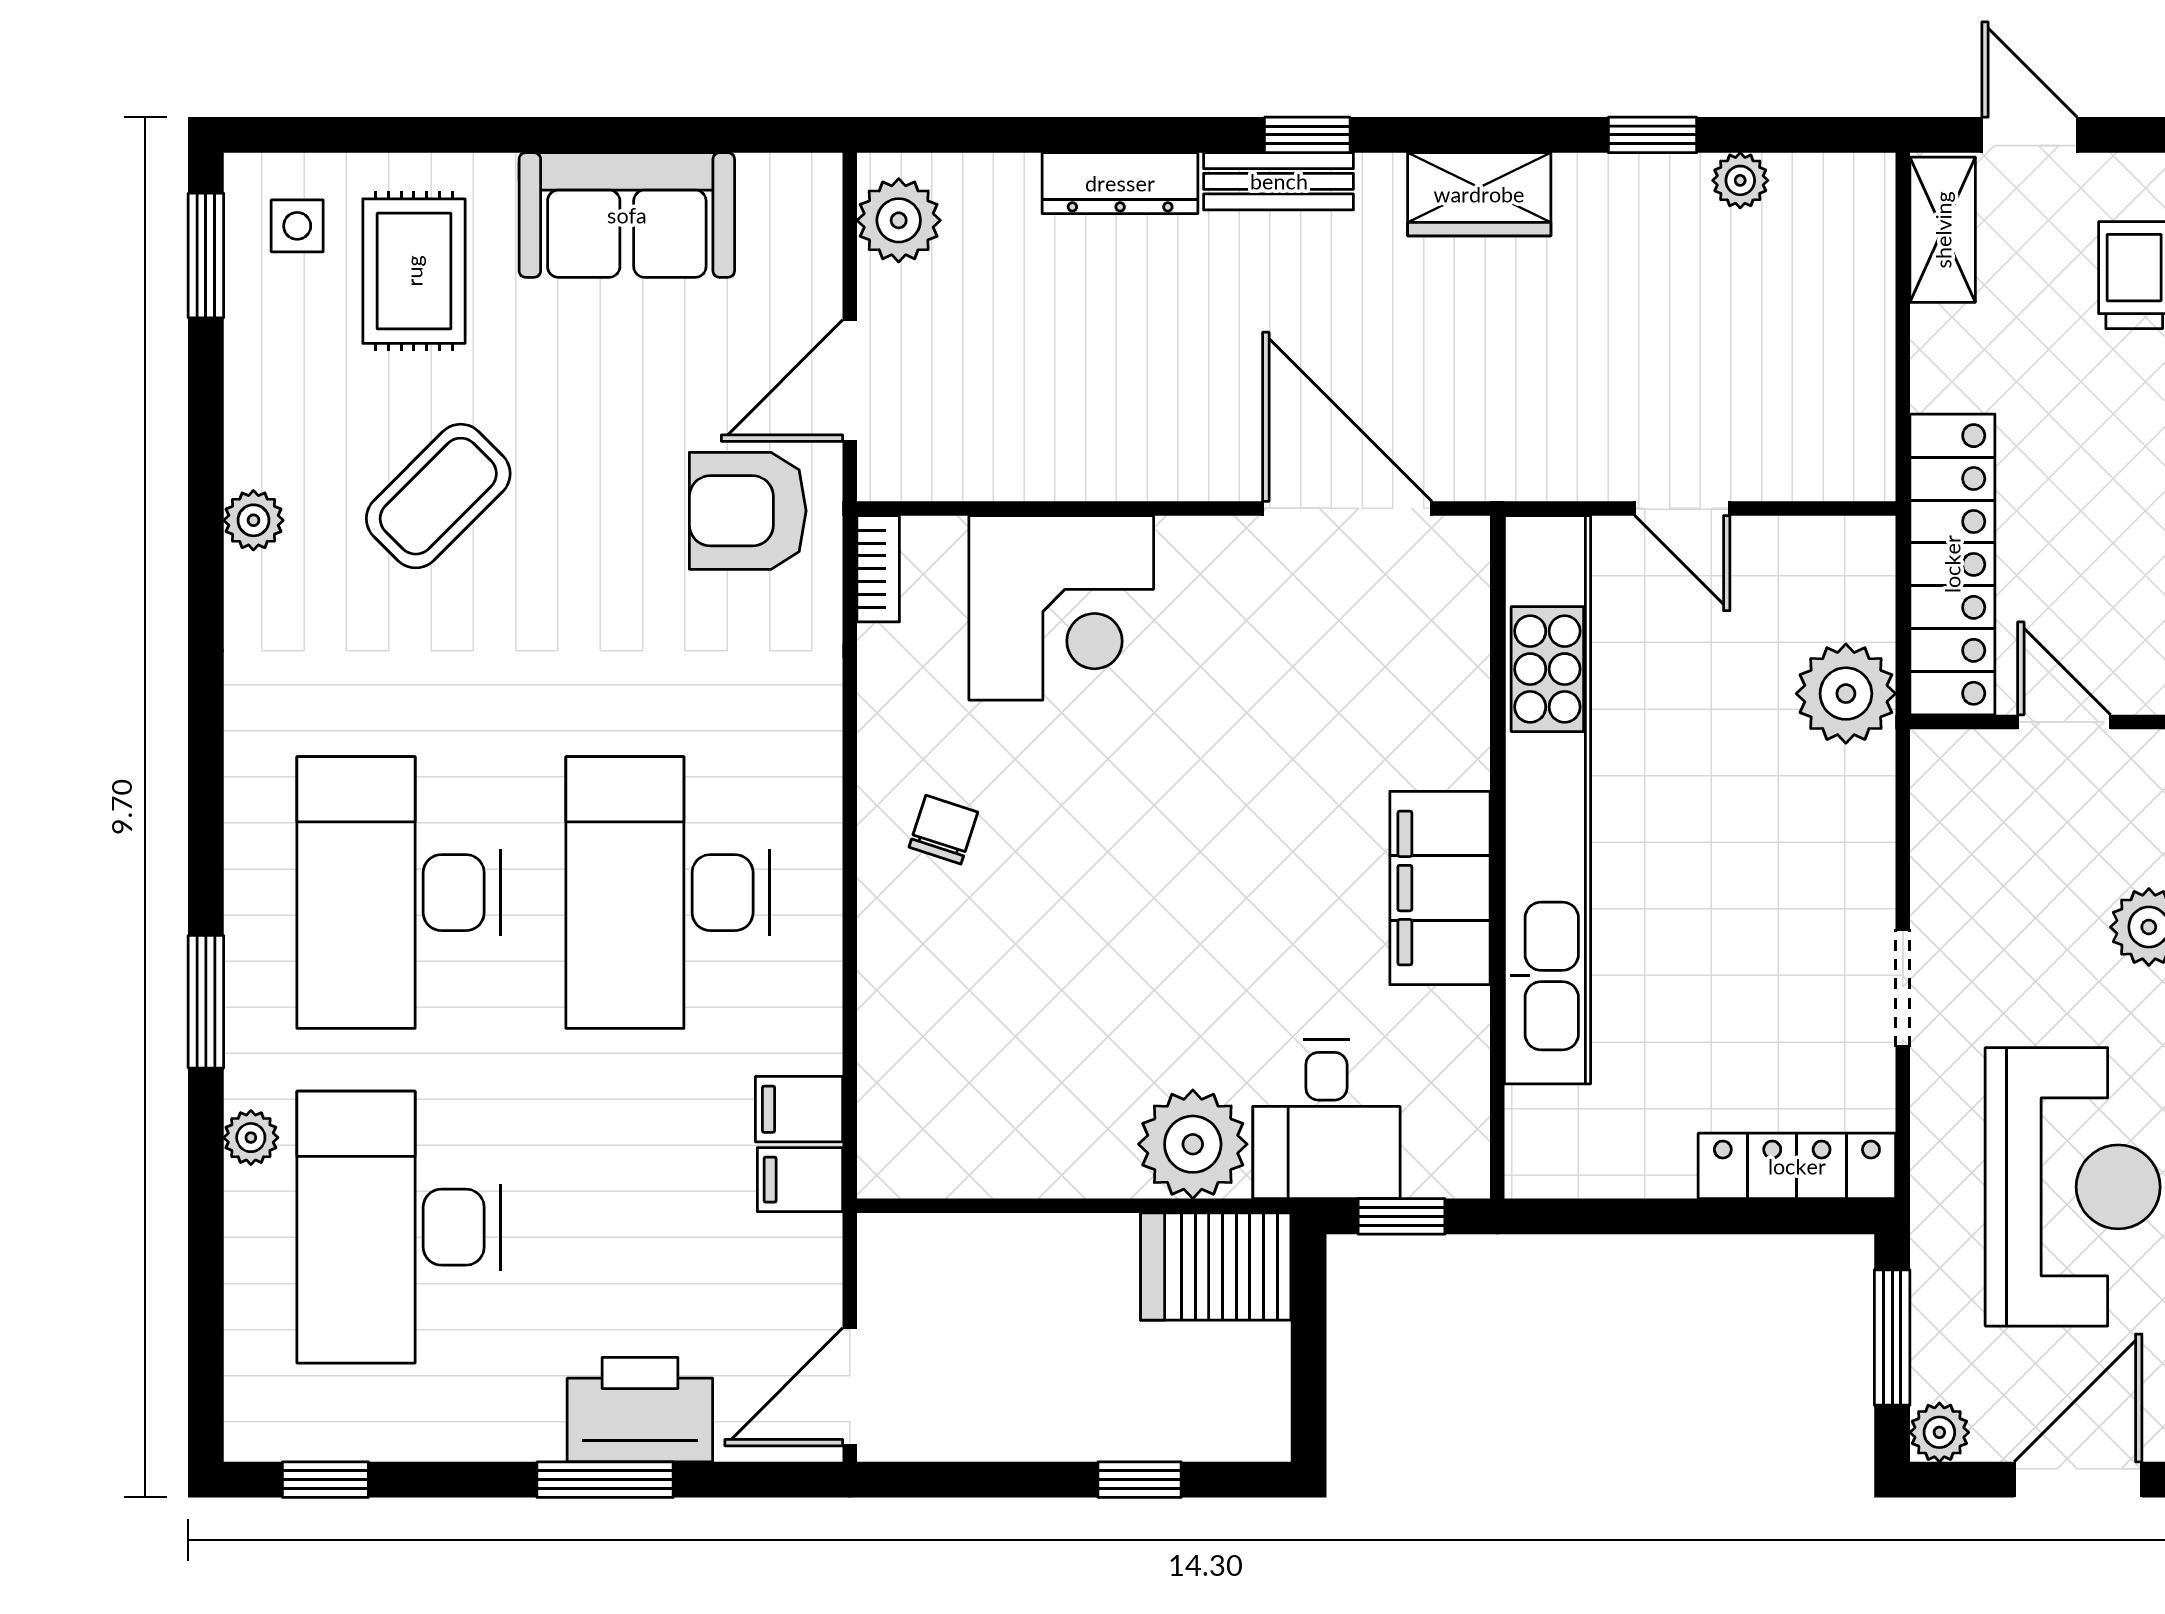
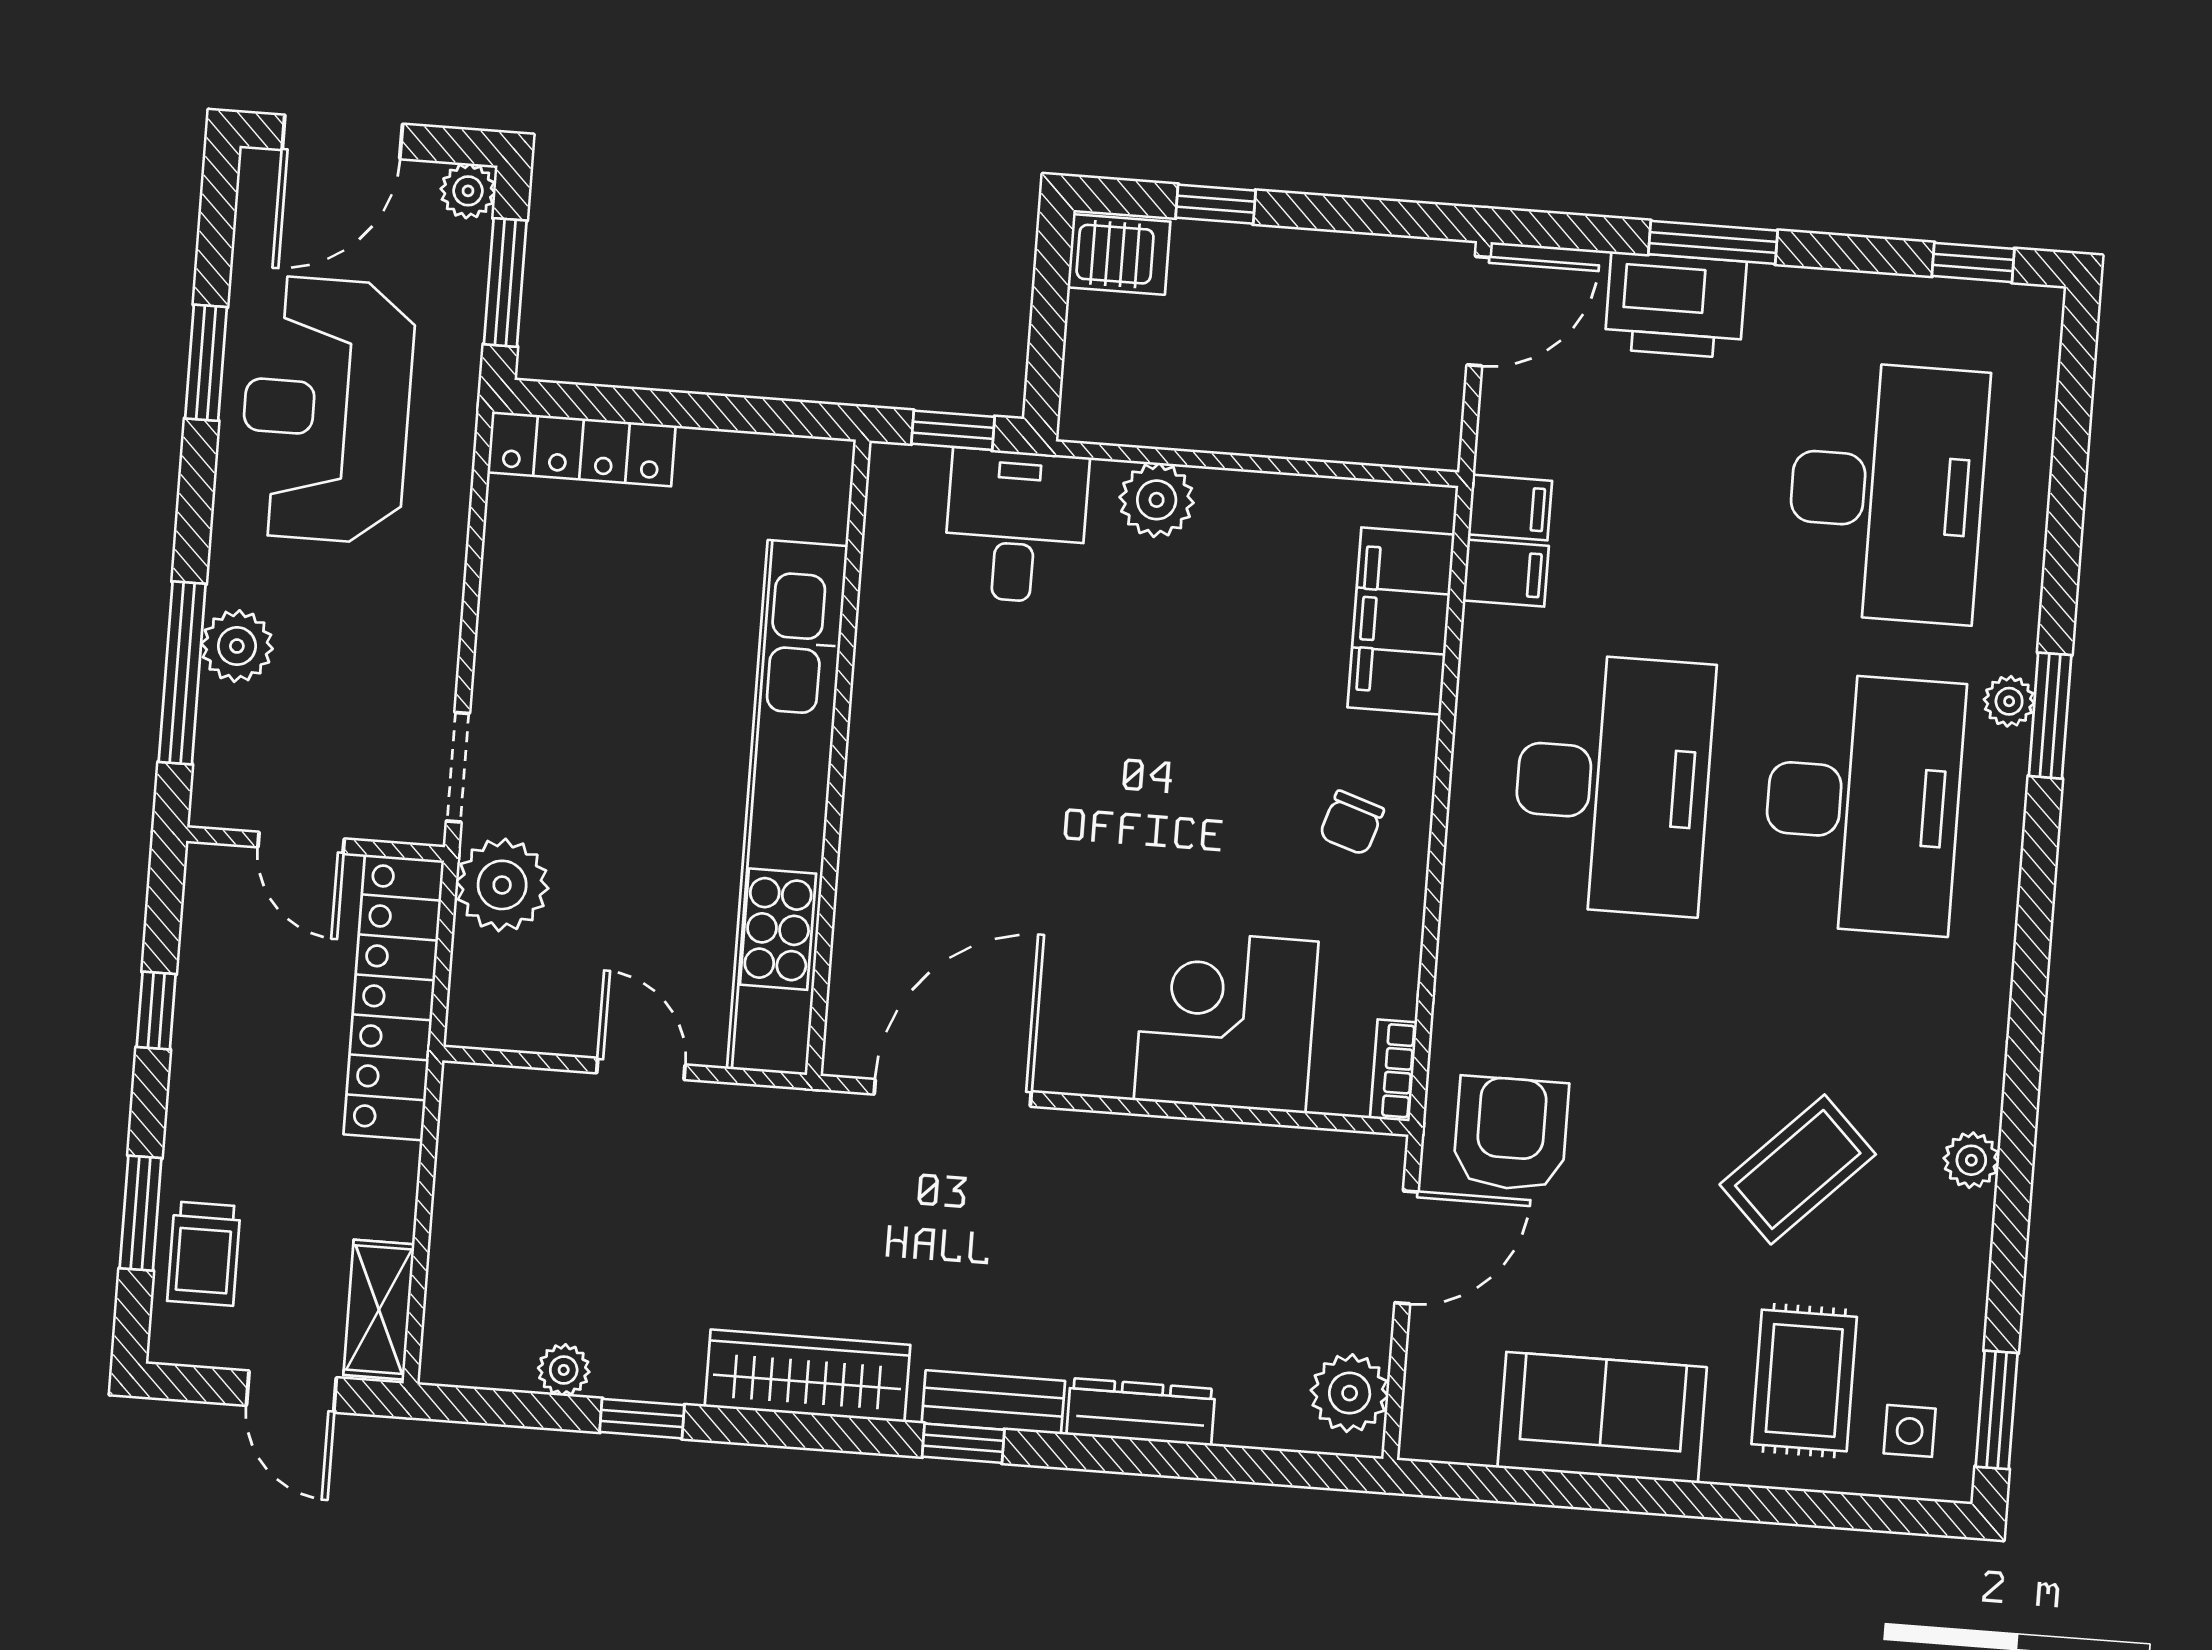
wardrobe: (1479, 194) -> (807, 1376), width x1.50
door: (1347, 508) -> (953, 1093), swing flipped
armchair: (748, 511) -> (1511, 1134), turned -90
filing cabinet: (1440, 888) -> (1401, 621), moved, turned 180
doorway: (1903, 988) -> (458, 767), moved
plant: (251, 1138) -> (2009, 701), moved
plant: (1193, 1144) -> (1157, 500), width x0.73, depth x0.73
server rack: (1216, 1266) -> (1119, 254), moved, width x0.73, depth x0.70

